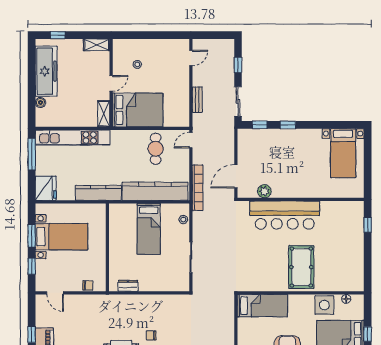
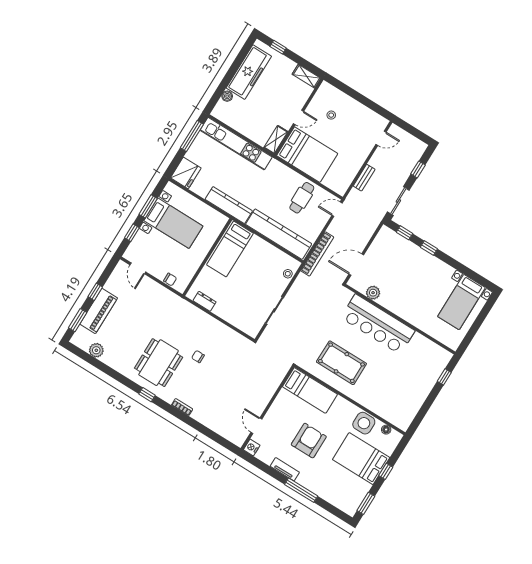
bed: (149, 229) -> (230, 249), moved
pool table: (301, 267) -> (341, 363), moved, turned 90

